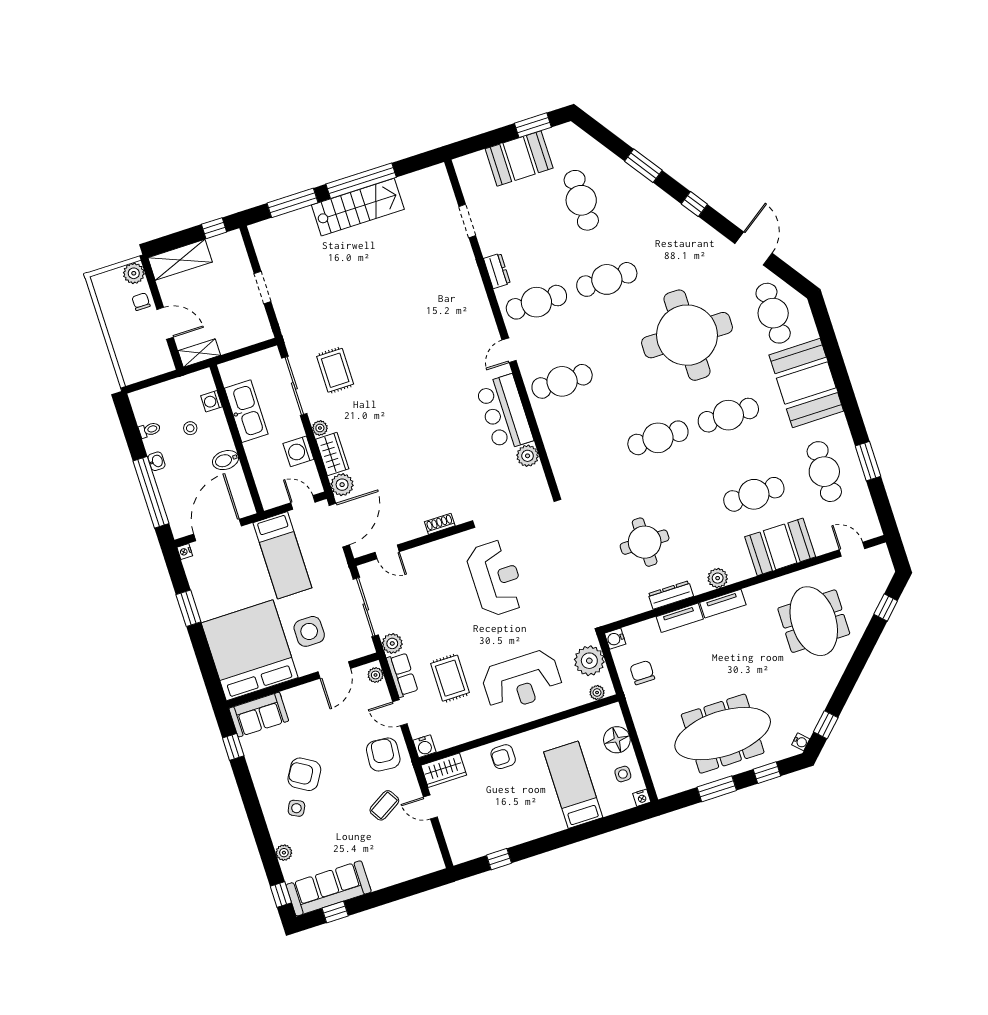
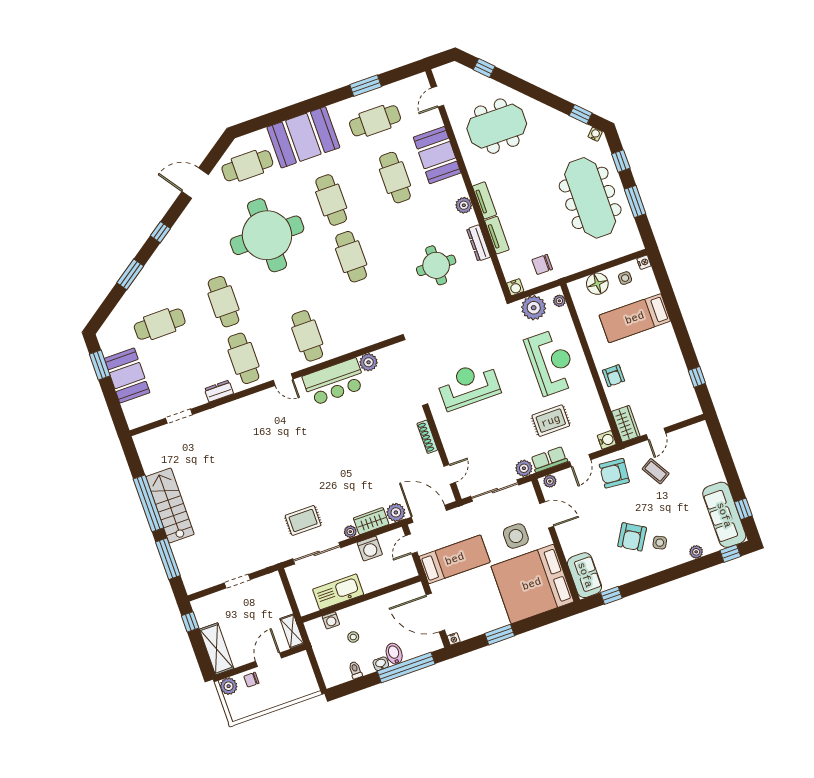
bidet: (226, 460) -> (394, 654), moved, turned 180
shoe rack: (440, 524) -> (427, 437), width x1.43

